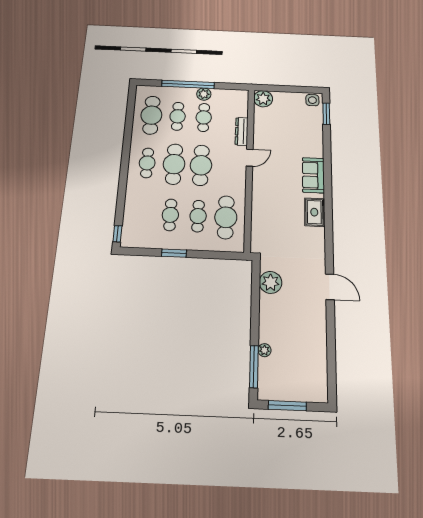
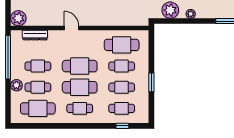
window: (188, 84) -> (8, 57), moved
plant: (204, 94) -> (16, 85), moved
dresser: (242, 131) -> (35, 35), moved
cafe table: (143, 214) -> (122, 108), added
window: (117, 234) -> (122, 126), moved
plant: (264, 350) -> (191, 14), moved

